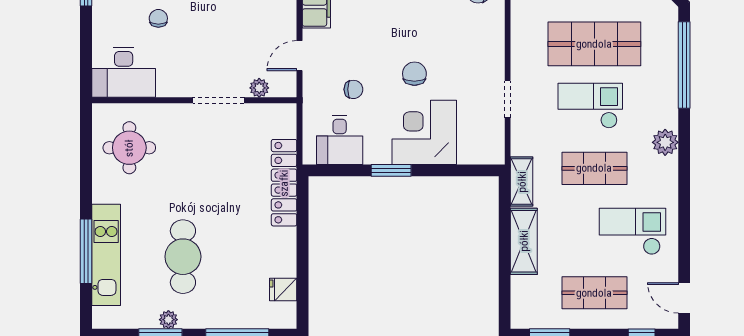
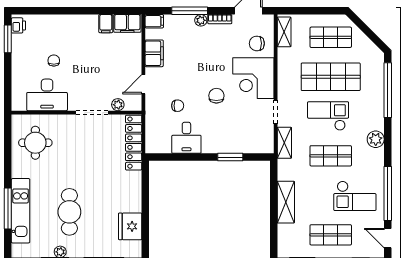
desk: (124, 72) -> (47, 95), moved
corner desk: (424, 132) -> (253, 78), moved, turned -90
desk: (340, 140) -> (186, 138), moved
window: (391, 170) -> (230, 157), moved
shelving: (522, 182) -> (284, 143), moved
locker: (284, 183) -> (134, 143), moved
window: (684, 228) -> (388, 193), added
checkout: (632, 231) -> (355, 196), turned 180
fridge: (283, 290) -> (130, 226), width x1.88, depth x1.34

